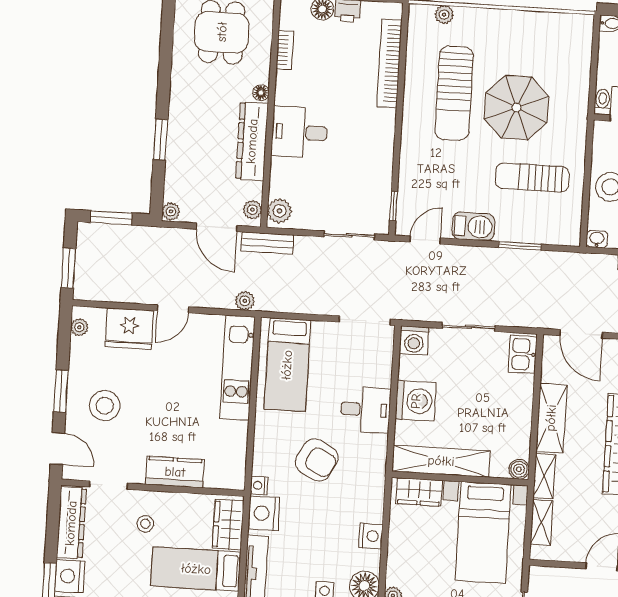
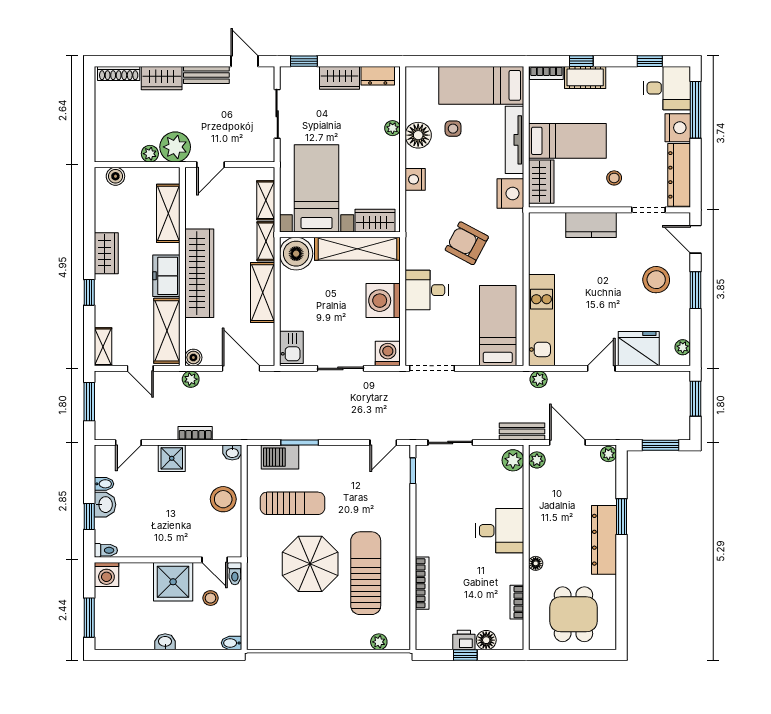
bookcase: (389, 64) -> (422, 583), width x0.68, depth x0.76
dresser: (252, 141) -> (604, 540), moved, turned 180
barbecue: (473, 226) -> (280, 457), moved
boiler: (519, 469) -> (296, 254), width x1.86, depth x1.86
nightstand: (259, 485) -> (516, 218), removed

